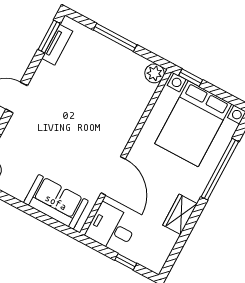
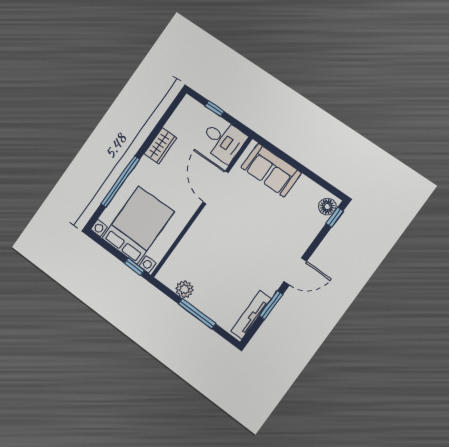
window: (49, 37) -> (271, 305), moved
tv unit: (57, 45) -> (251, 315), width x1.41
plant: (154, 73) -> (185, 289), moved

